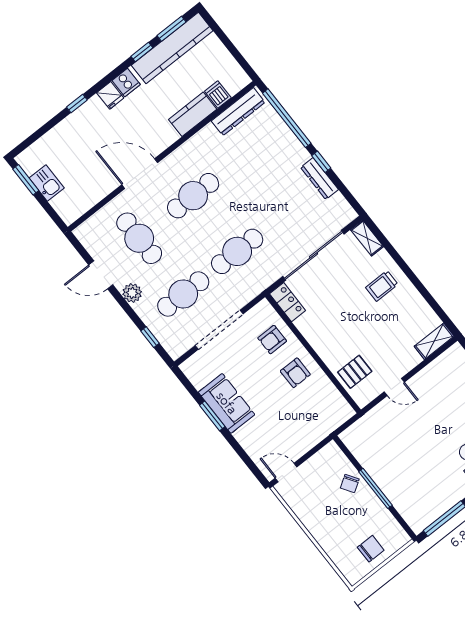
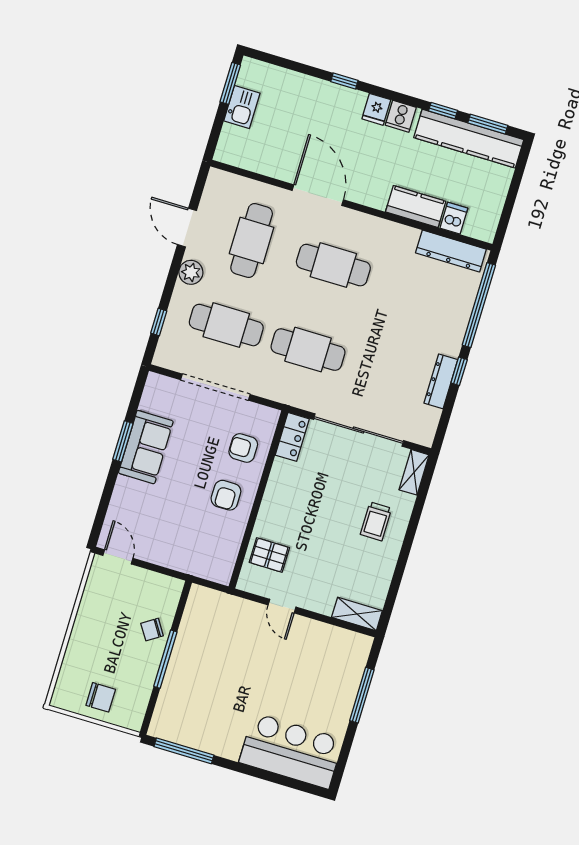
trolley: (382, 286) -> (376, 521), turned -90

